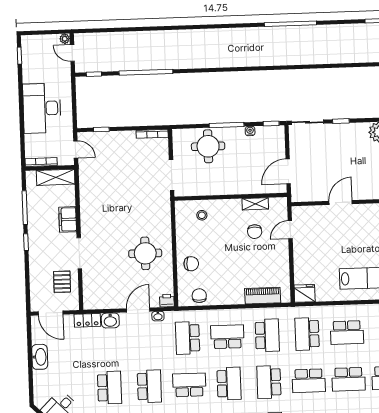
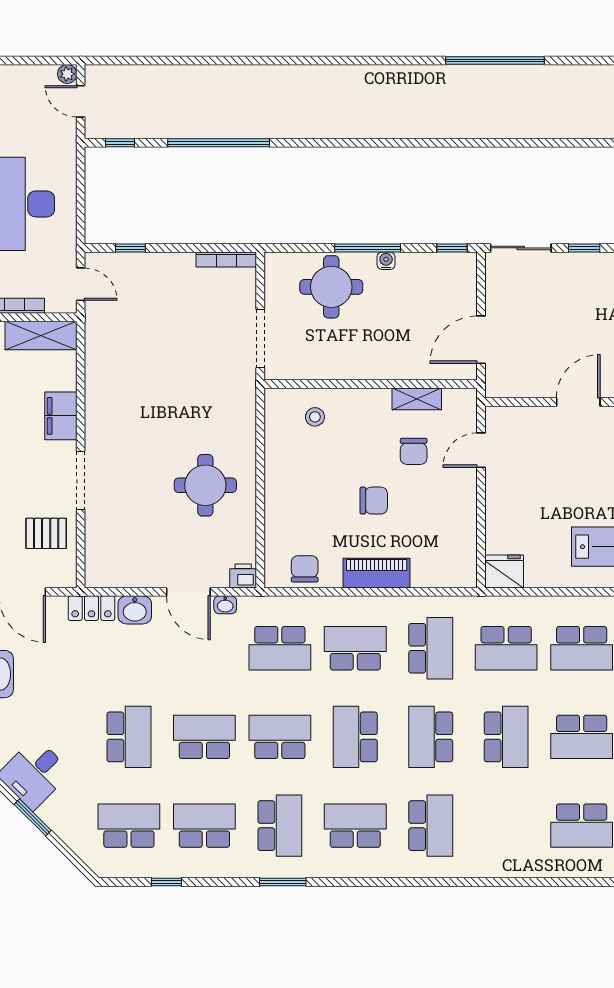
water cooler: (250, 131) -> (386, 261), moved
chair: (191, 264) -> (374, 501), moved
pallet: (62, 282) -> (46, 533), turned 90
piano: (263, 296) -> (377, 573), moved
door: (138, 310) -> (188, 592), swing flipped
school desk: (307, 334) -> (506, 648), turned -90
school desk: (188, 338) -> (280, 648), turned -90
school desk: (309, 381) -> (506, 737), turned -90
school desk: (229, 383) -> (355, 737), turned 180
school desk: (149, 386) -> (204, 737), turned -90

